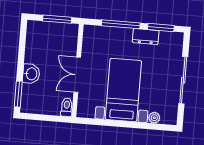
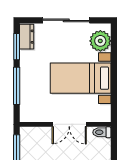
dresser: (146, 37) -> (27, 37), moved
plant: (154, 118) -> (100, 41), width x1.88, depth x1.88

